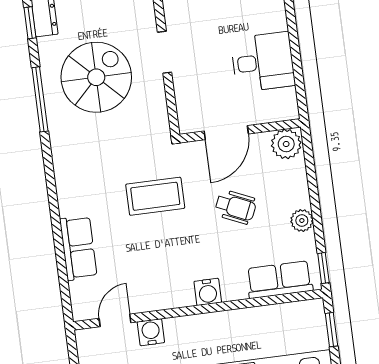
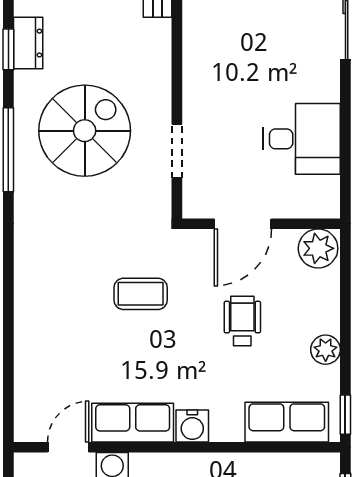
doorway: (165, 52) -> (177, 151), moved
coffee table: (155, 196) -> (141, 294), width x0.73, depth x0.77
wheelchair: (236, 207) -> (242, 321), turned -114
row of seats: (78, 248) -> (133, 423), moved, turned -90

